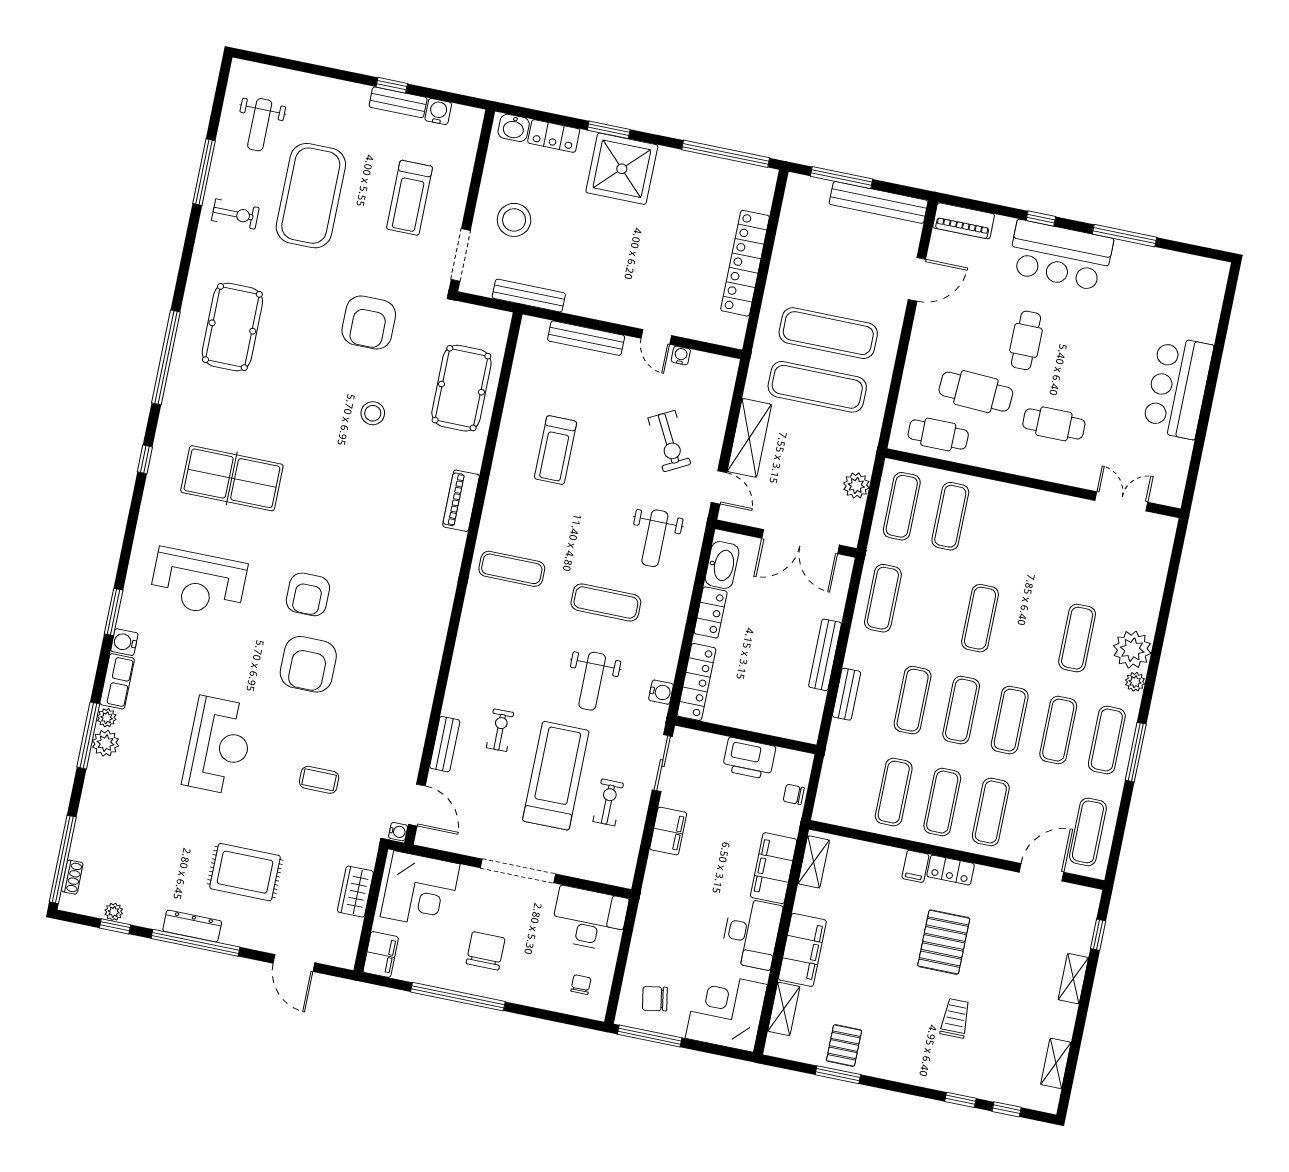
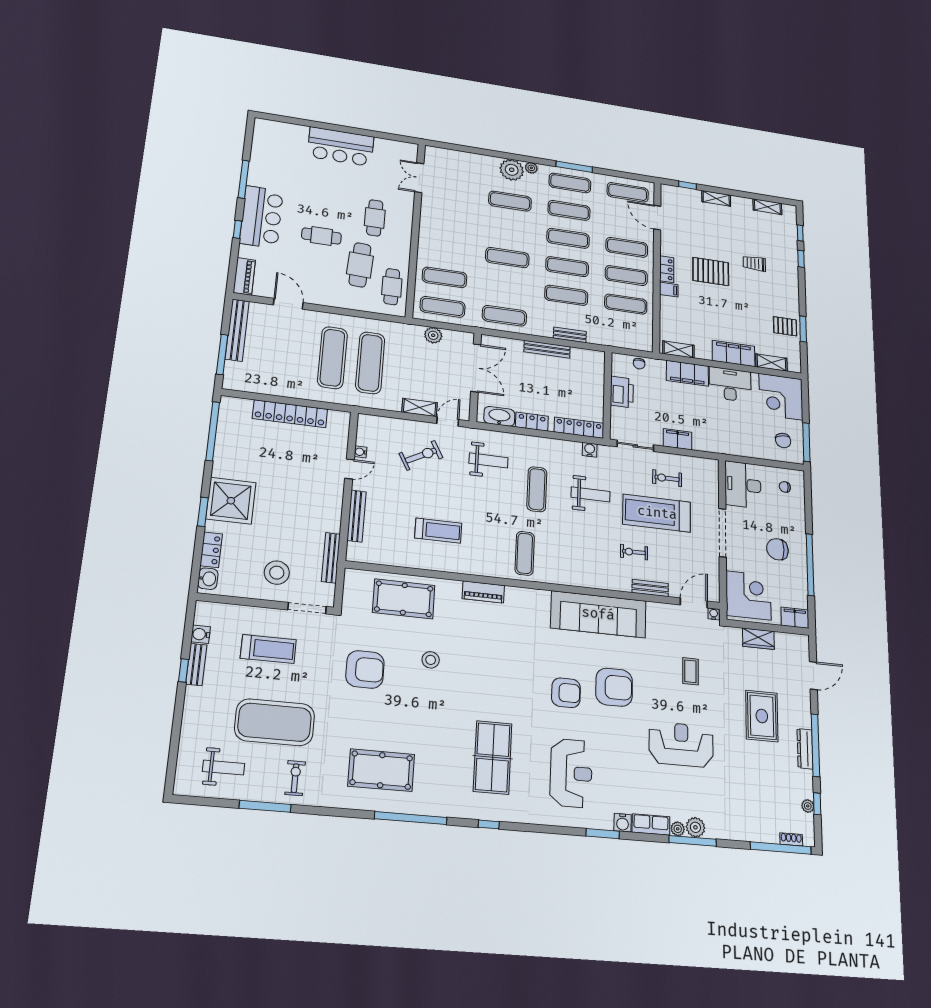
shelving: (749, 438) -> (420, 408), width x0.67, depth x0.75
sofa: (414, 661) -> (598, 614), added

